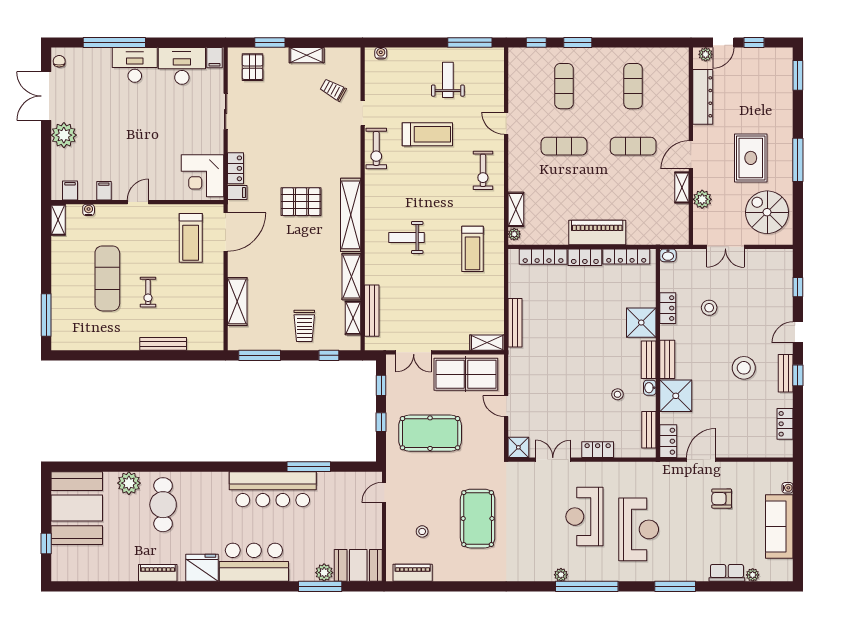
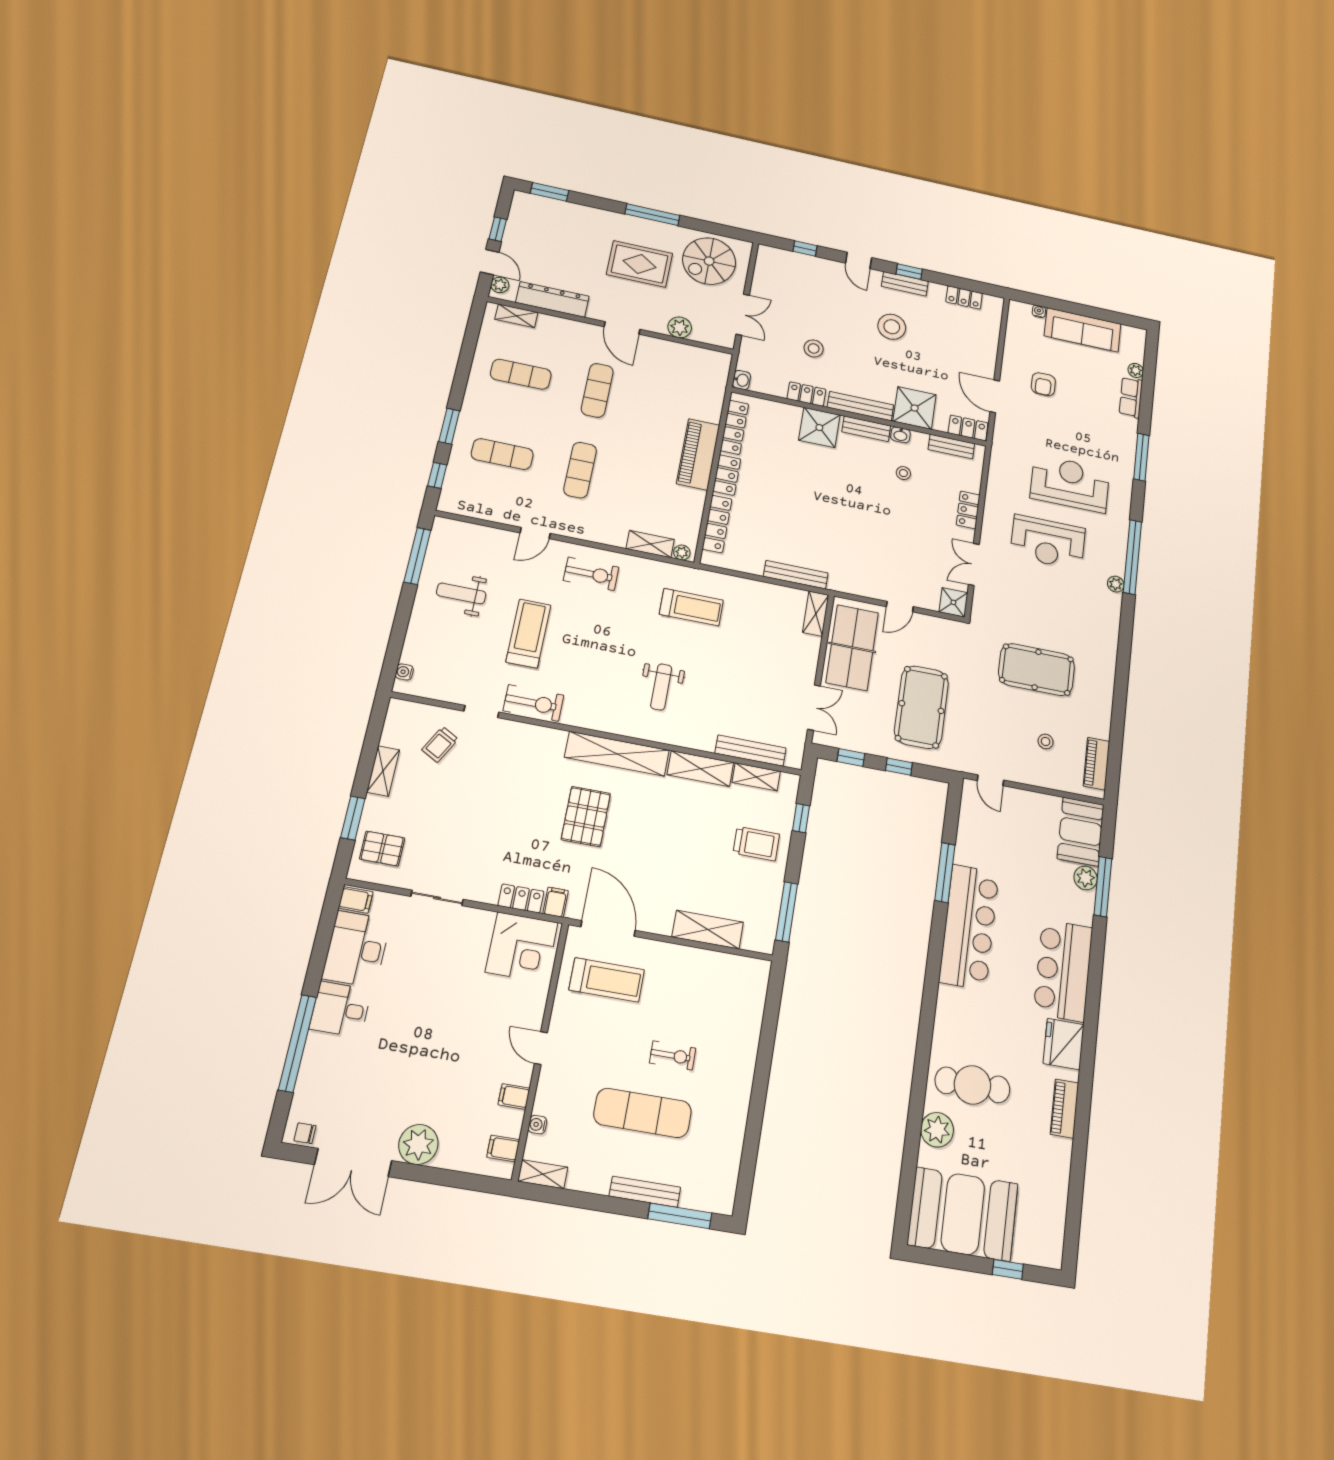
desk: (135, 65) -> (341, 1009), width x0.73
shelving: (682, 188) -> (516, 316), moved
bench: (163, 344) -> (645, 1192), moved, turned 90
bench: (667, 359) -> (860, 406), width x1.36

